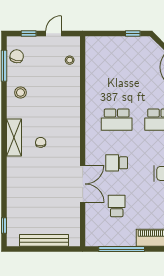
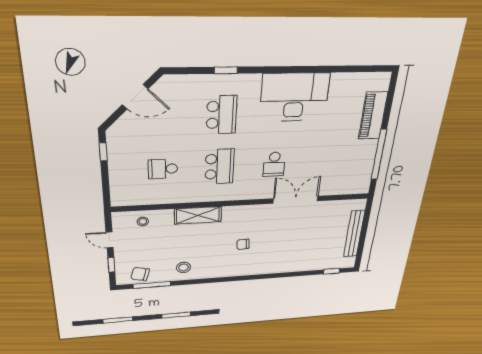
shelving: (14, 137) -> (198, 215), moved
school desk: (117, 206) -> (163, 169), moved

